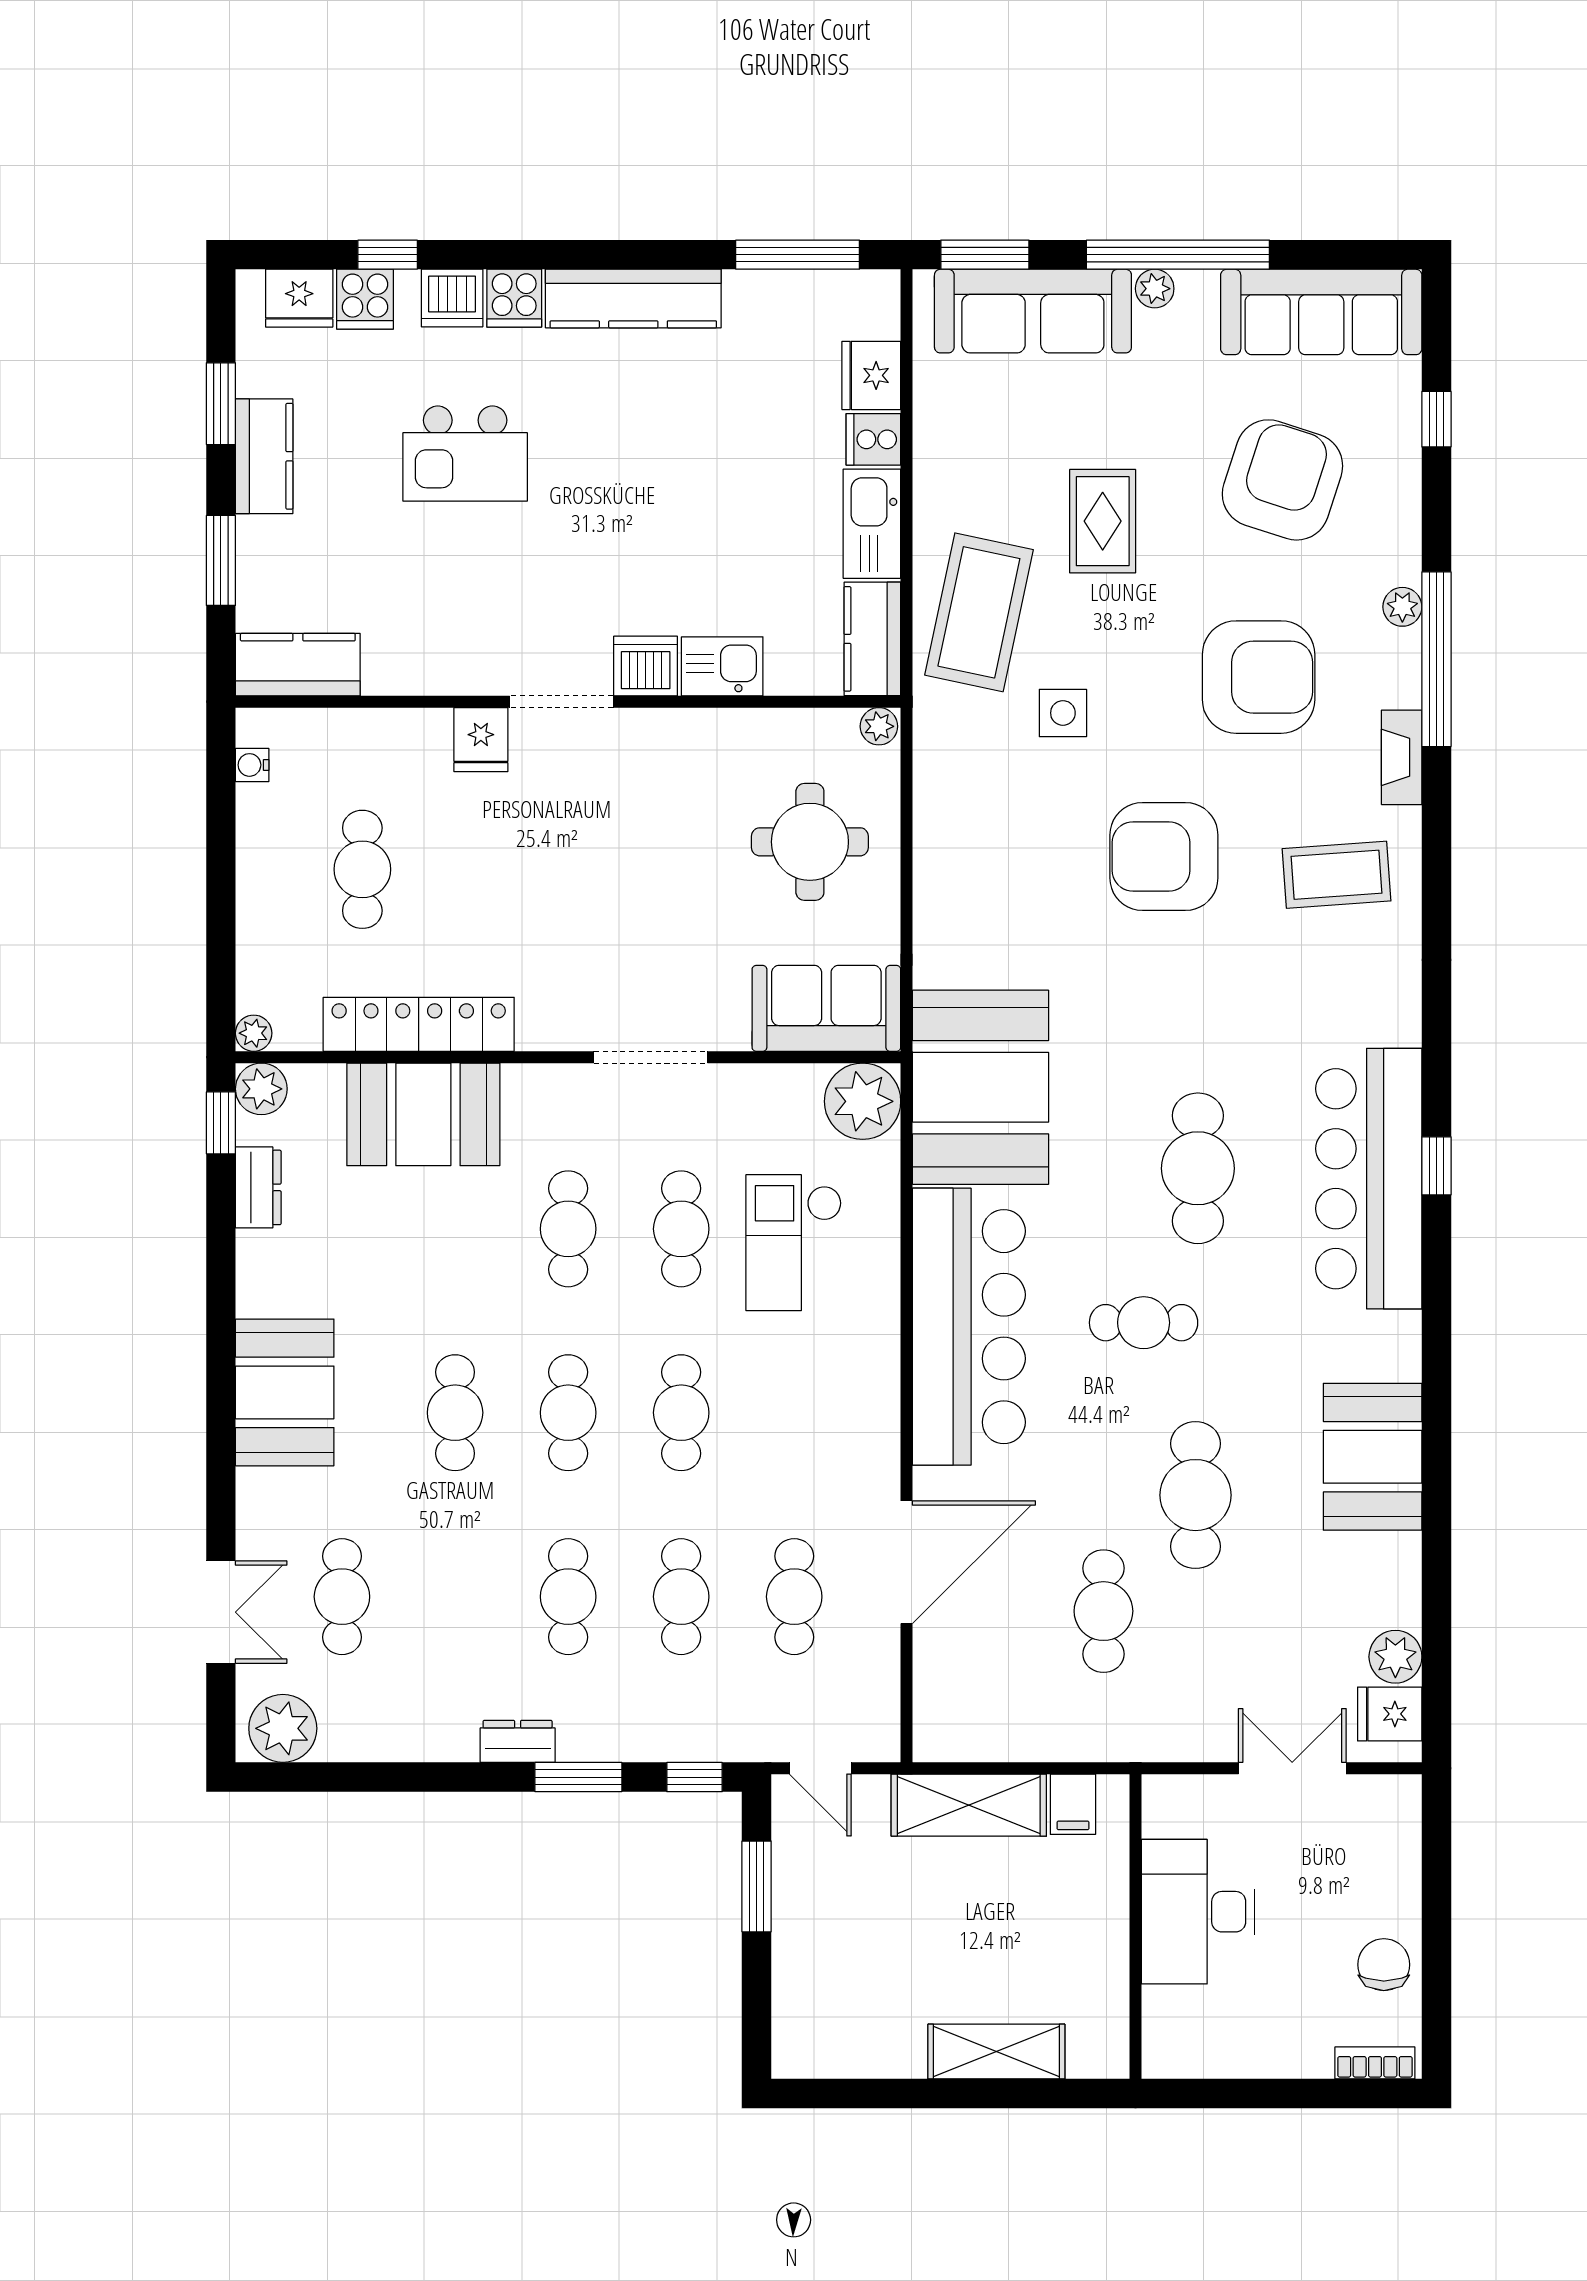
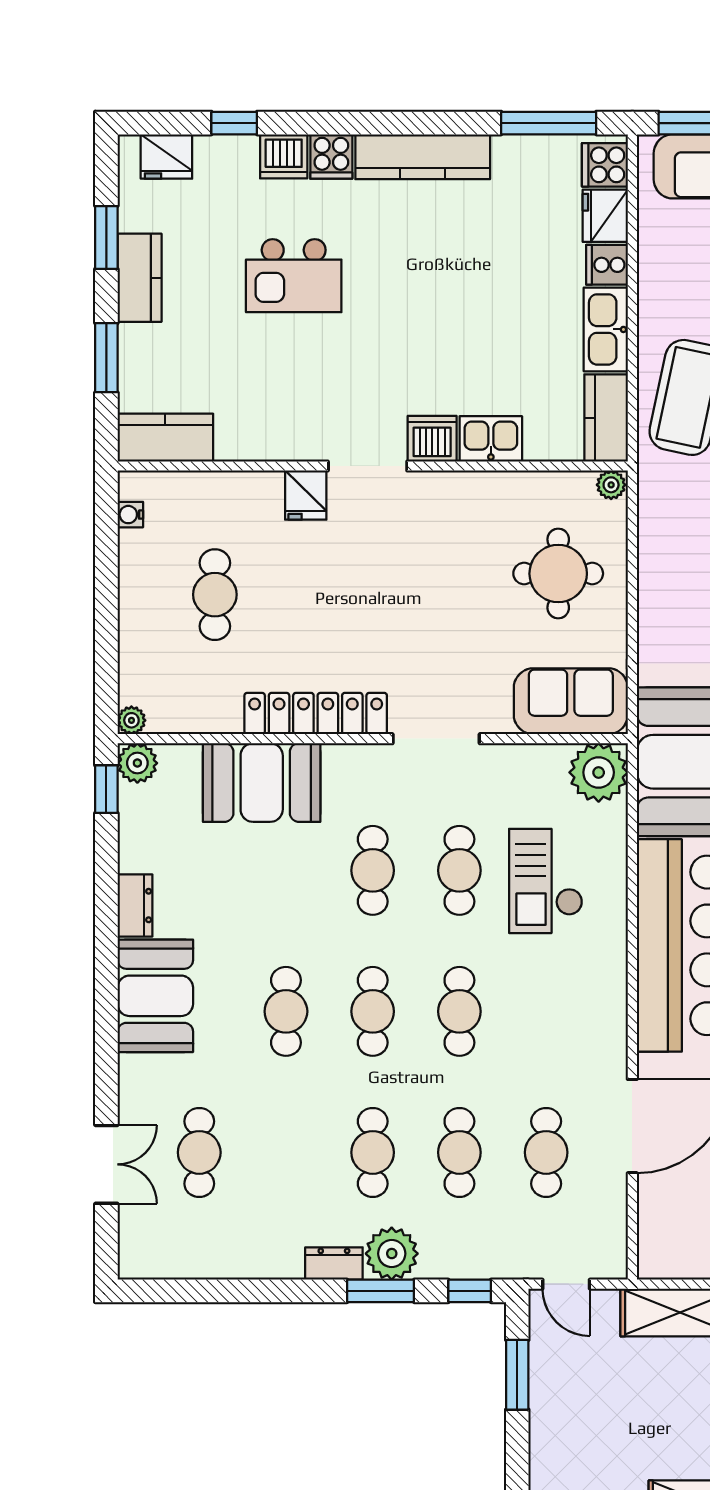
cooker: (365, 299) -> (605, 165), moved, turned 90
locker: (419, 1024) -> (316, 714), moved
dresser: (258, 1187) -> (135, 906), moved
plant: (283, 1728) -> (392, 1254), moved

